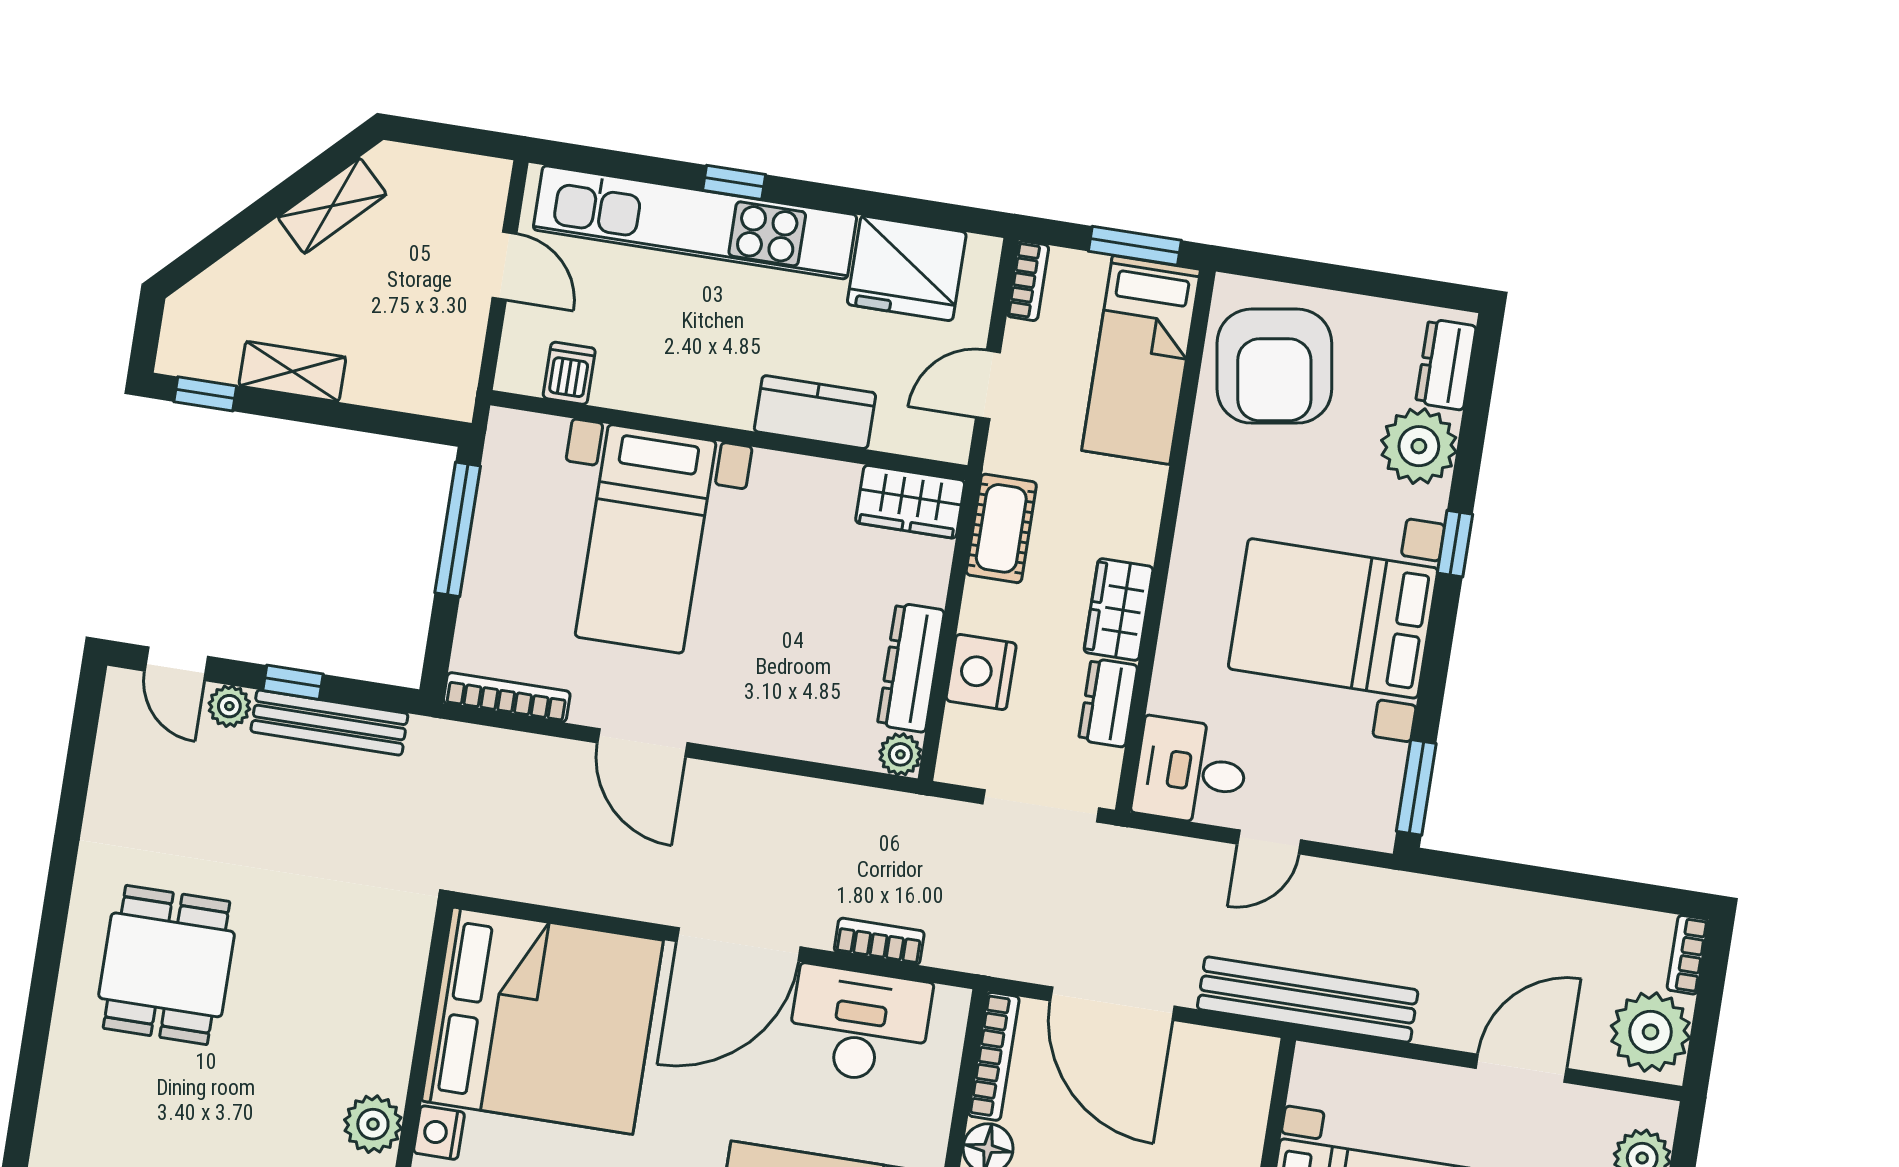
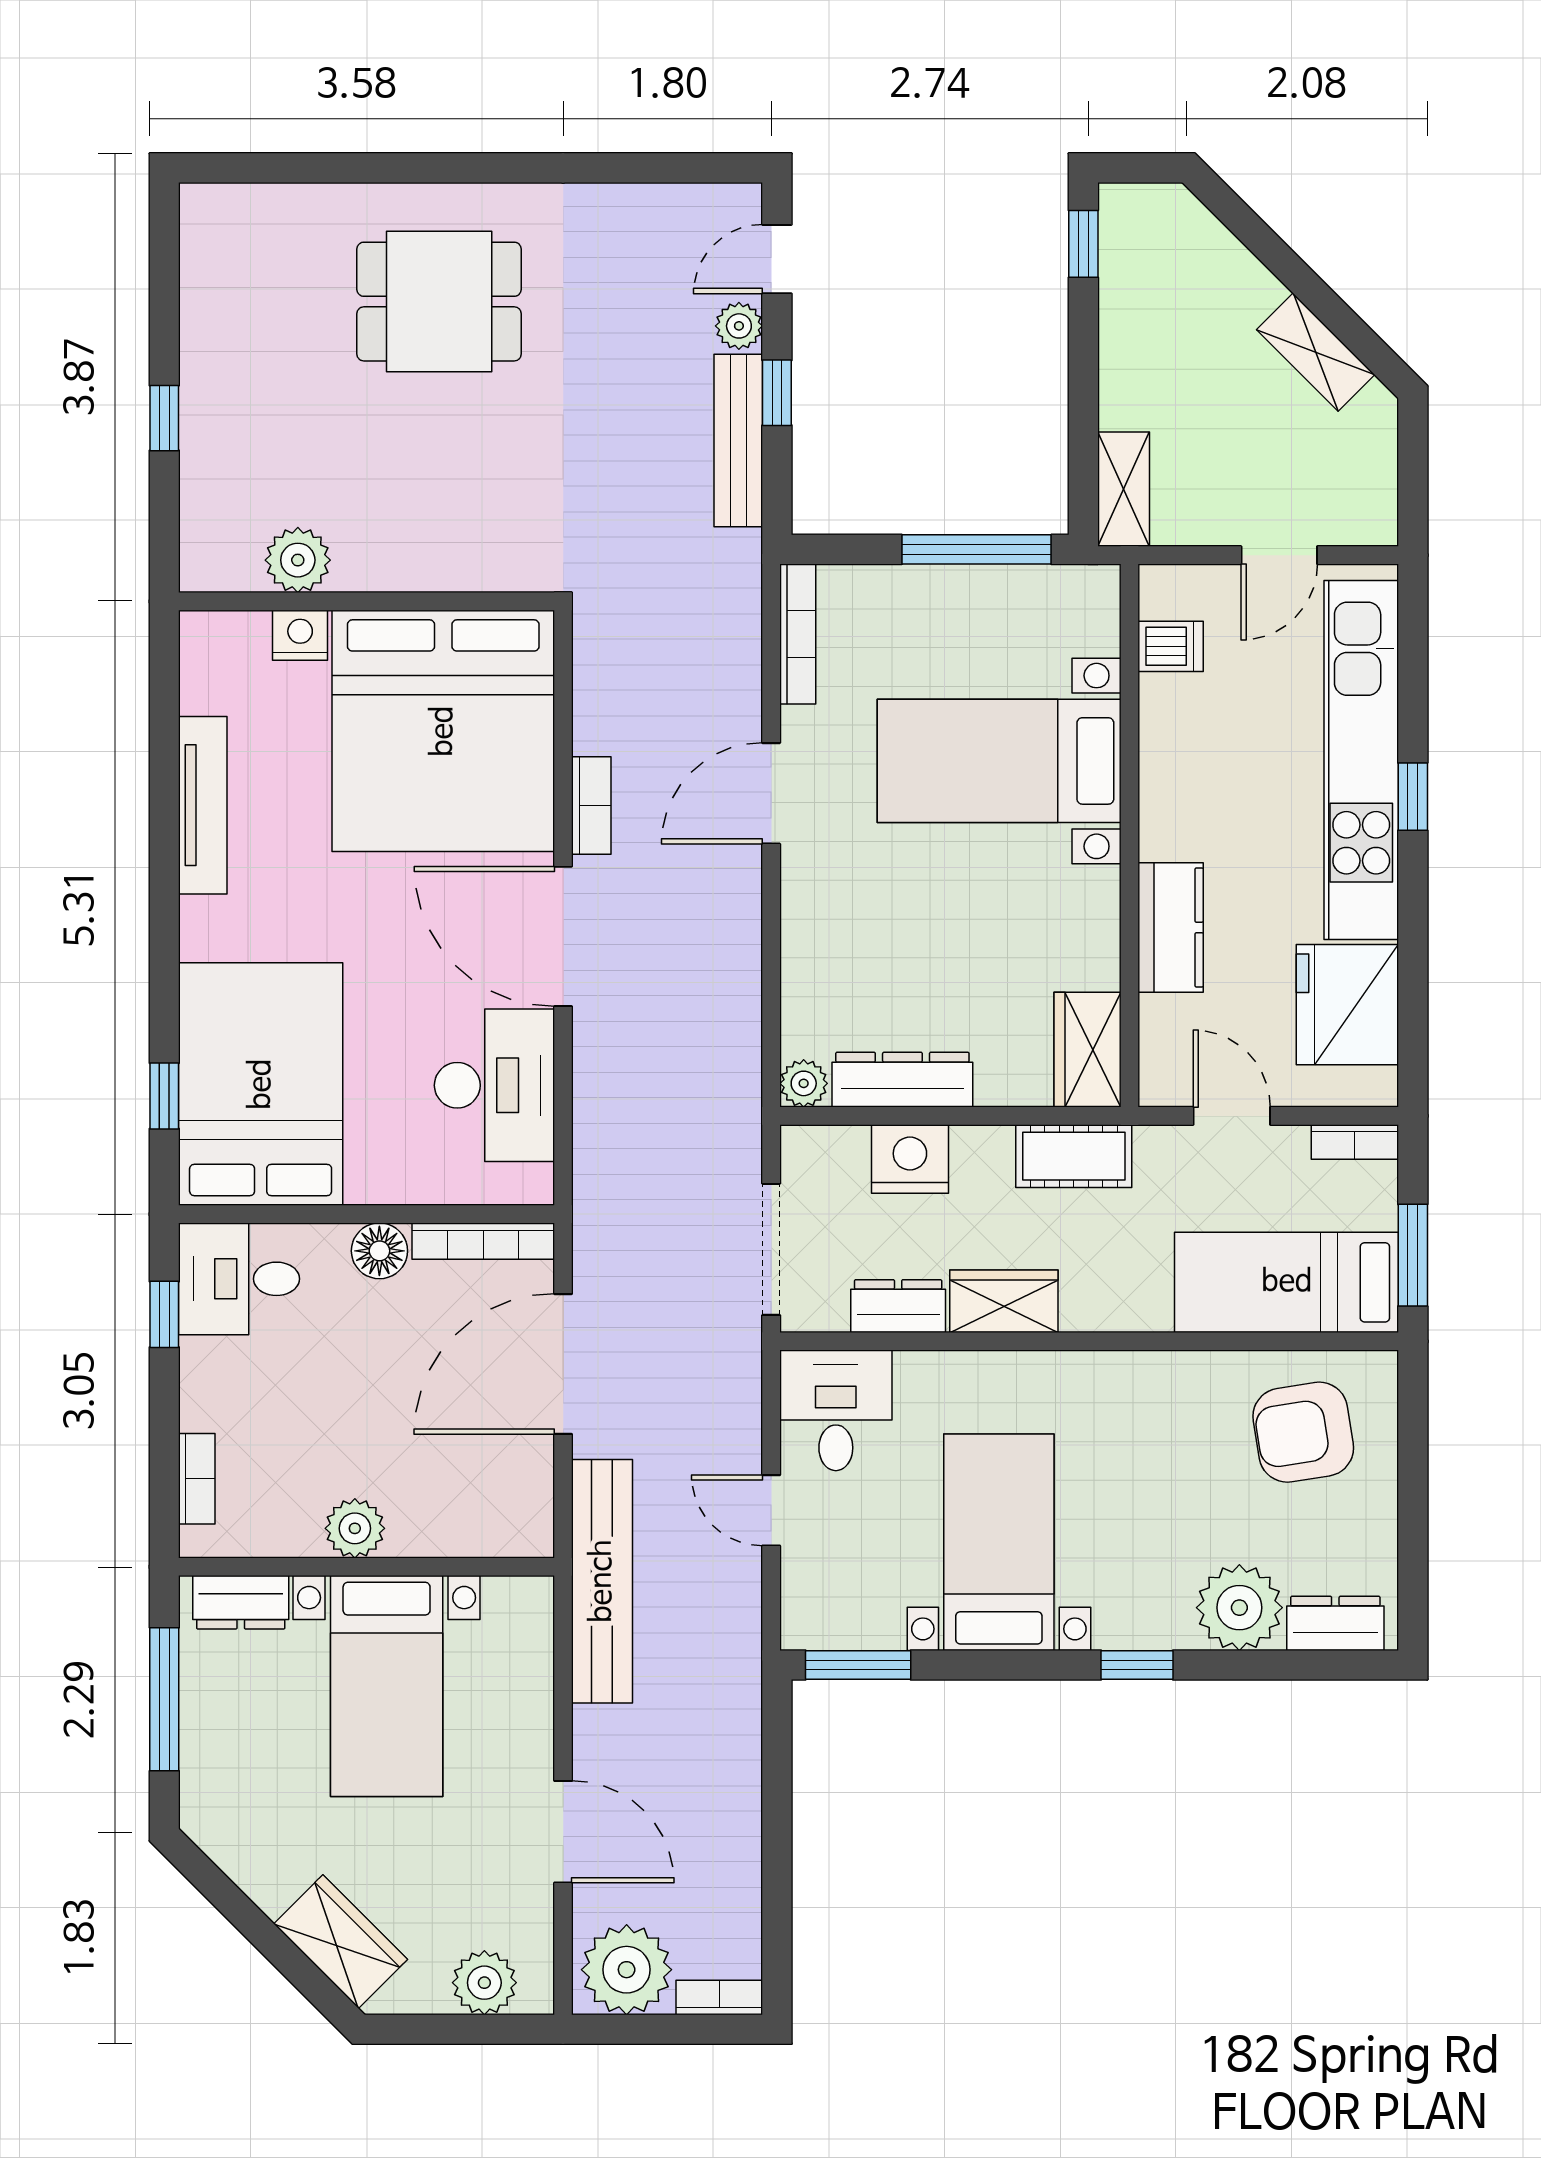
armchair: (1274, 366) -> (1303, 1432), width x0.73, depth x0.73
shelving: (292, 371) -> (1124, 489), moved
bed with nightstands: (1333, 618) -> (999, 1542), width x0.73
bookcase: (879, 941) -> (591, 805), moved

